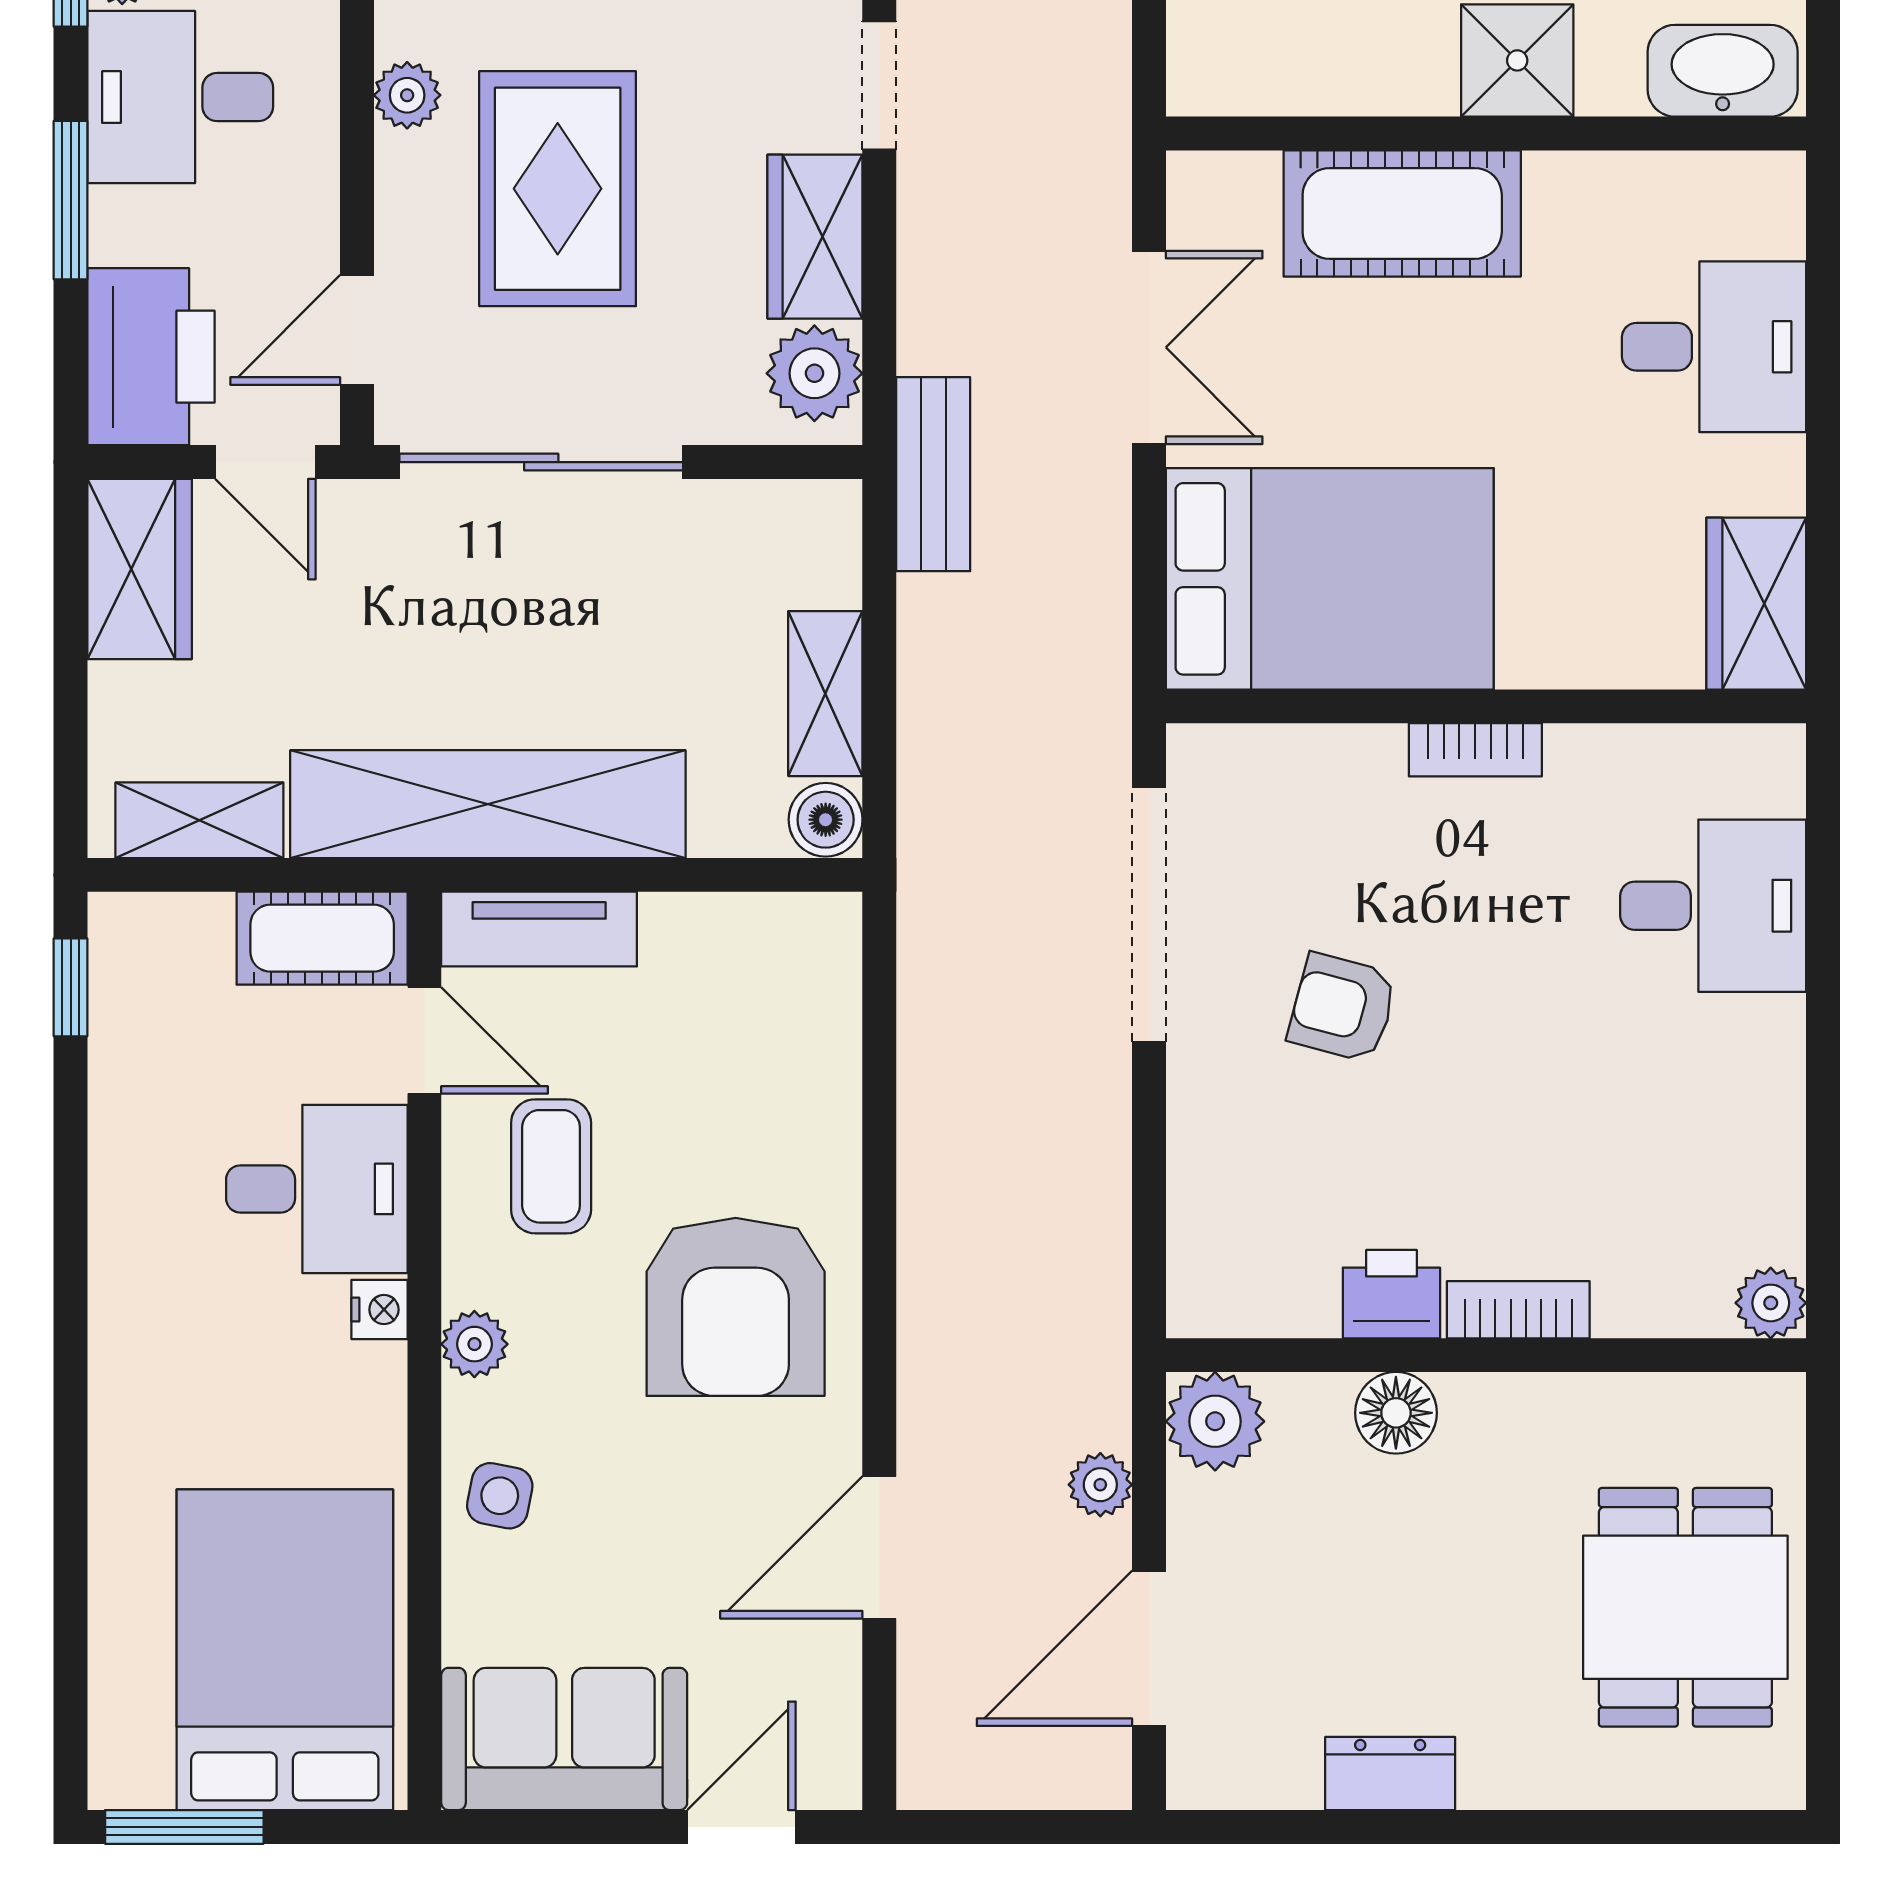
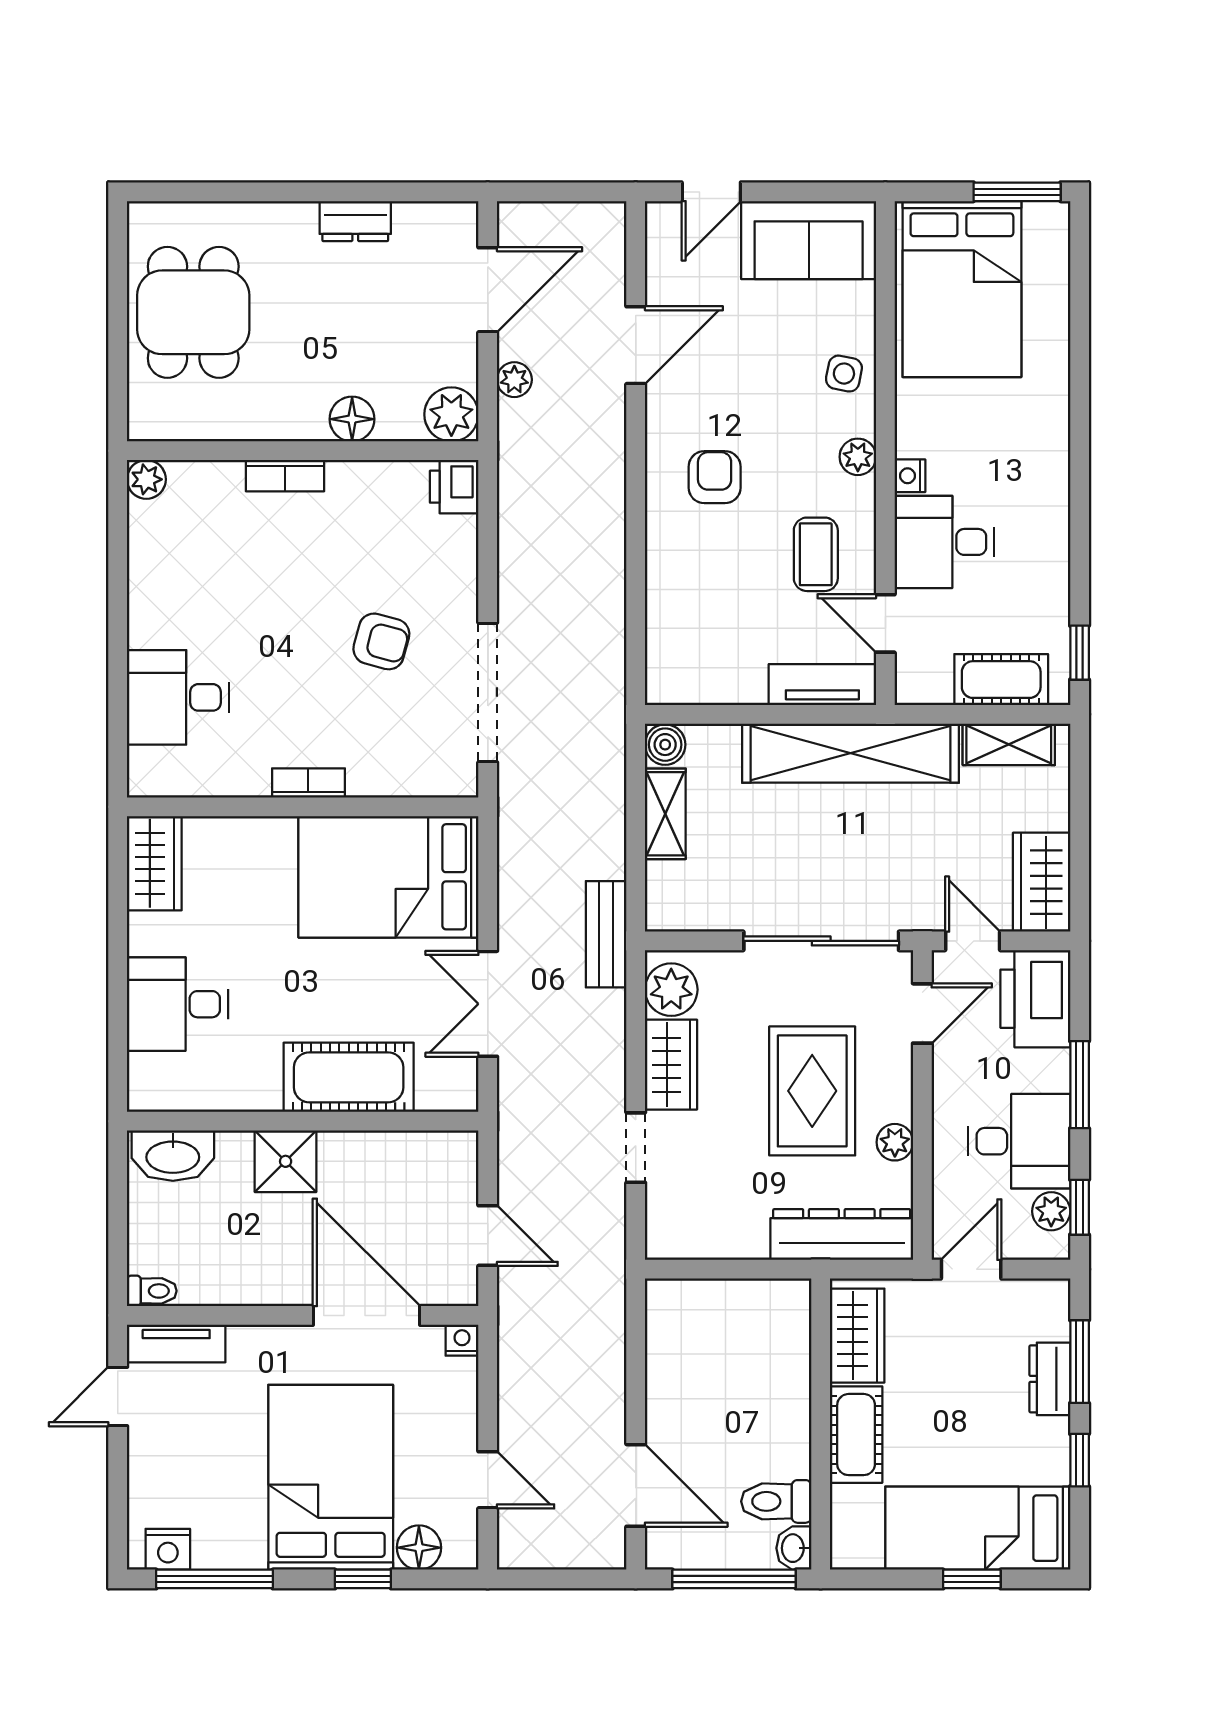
cot: (322, 938) -> (1001, 680), moved
printer: (1391, 1294) -> (454, 487), moved, turned 90
armchair: (736, 1307) -> (715, 477), width x0.53, depth x0.53

